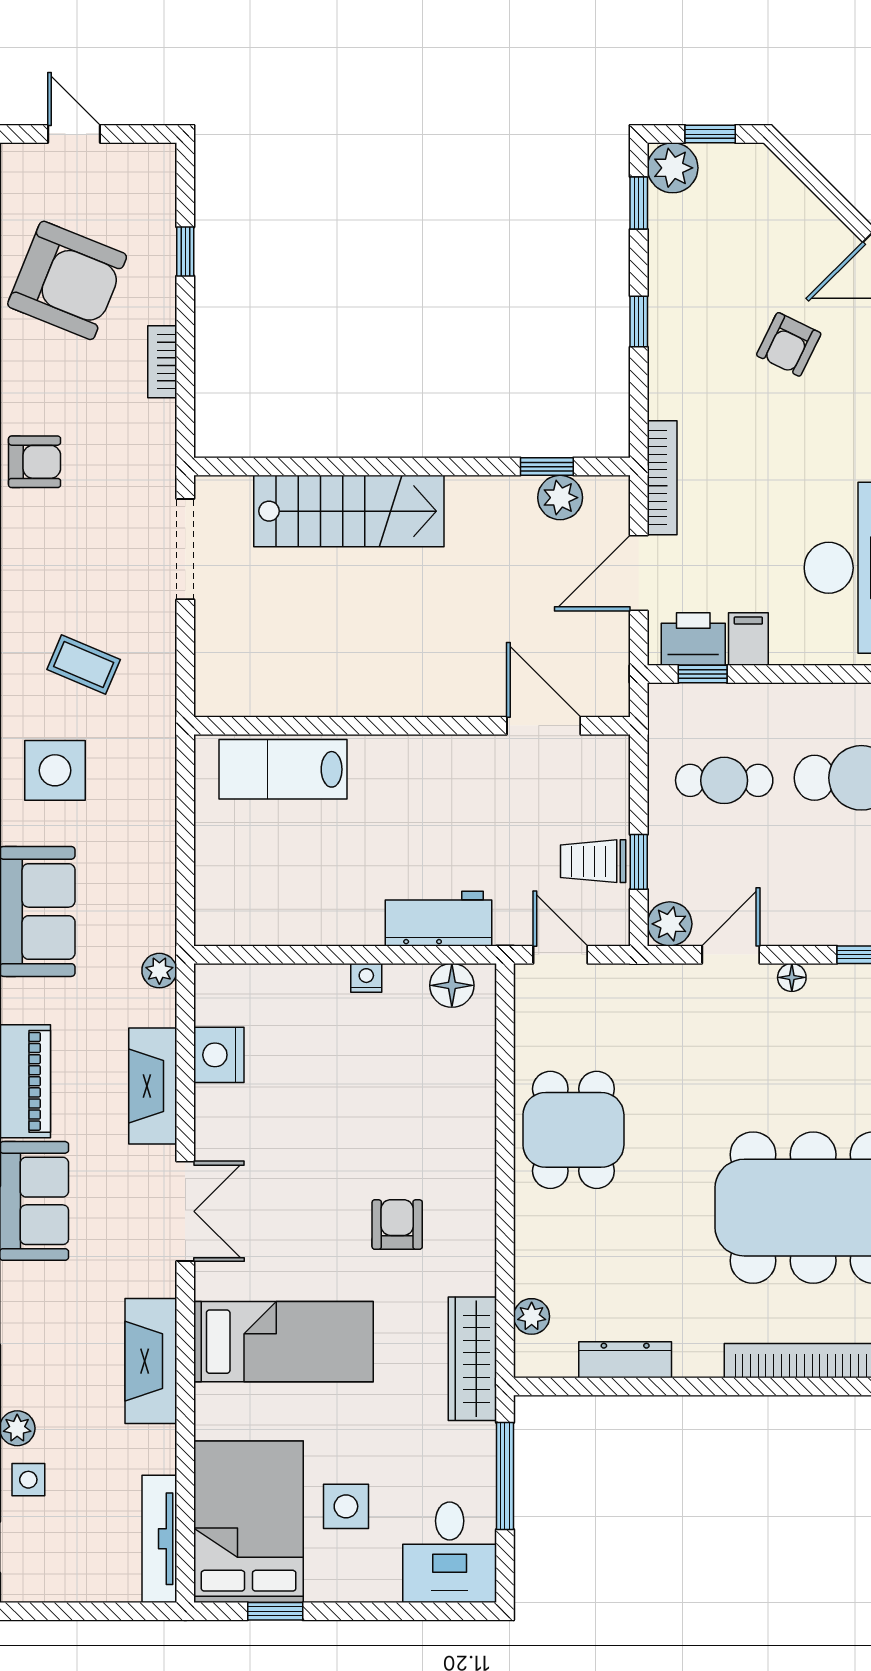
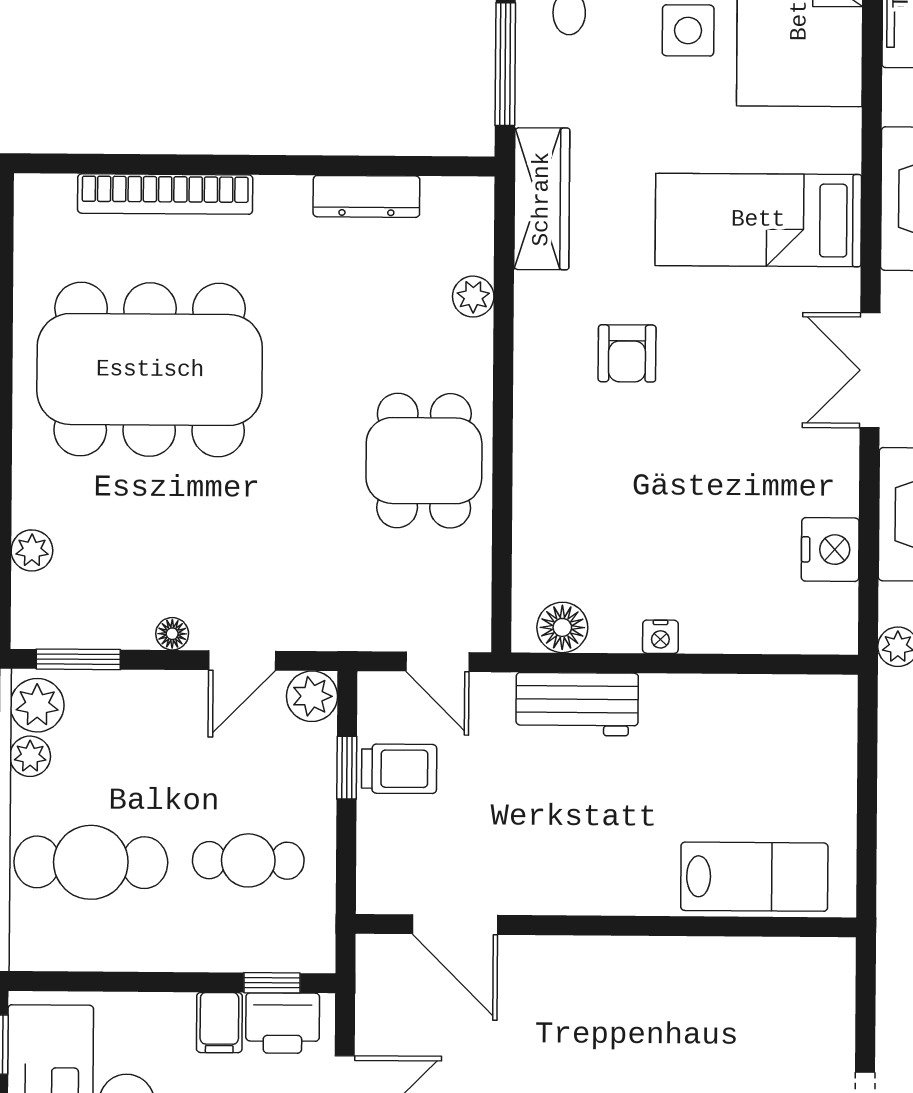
plant: (532, 1316) -> (473, 297), moved

